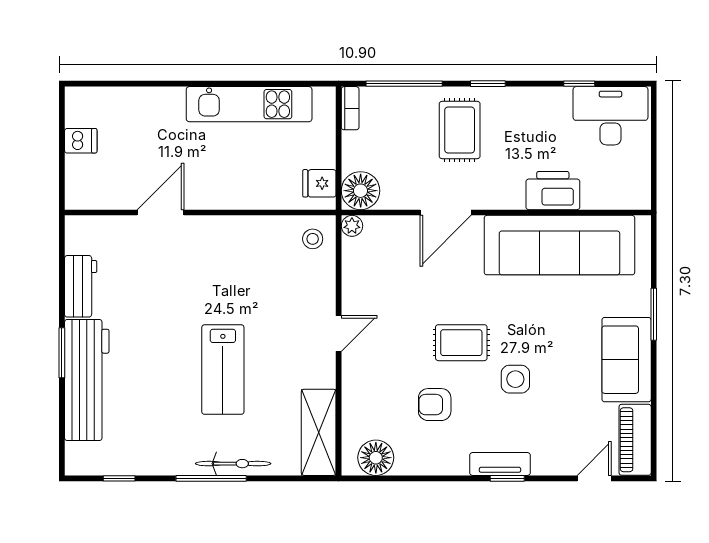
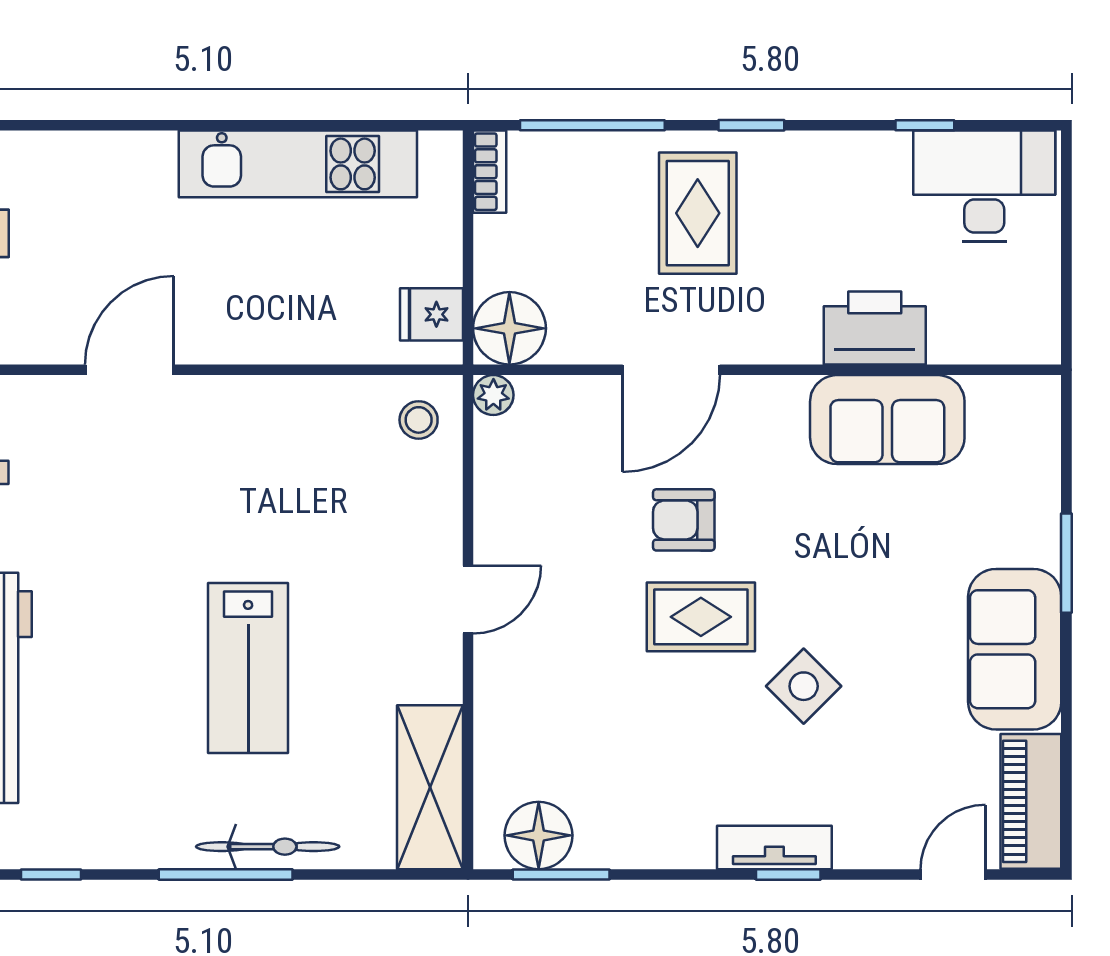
sofa: (559, 245) -> (887, 420), width x0.54, depth x0.79
side table: (515, 379) -> (804, 686), turned 45
armchair: (435, 405) -> (684, 520), moved
window: (388, 478) -> (561, 874), added

